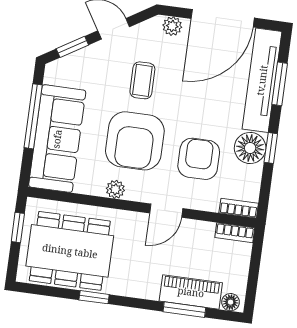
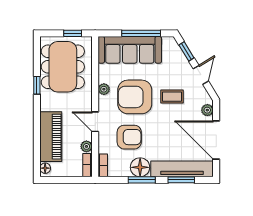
window: (271, 148) -> (142, 180), width x1.50
plant: (204, 230) -> (86, 146), added
piano: (191, 292) -> (51, 137), width x1.37, depth x1.33
window: (184, 310) -> (37, 141), removed

